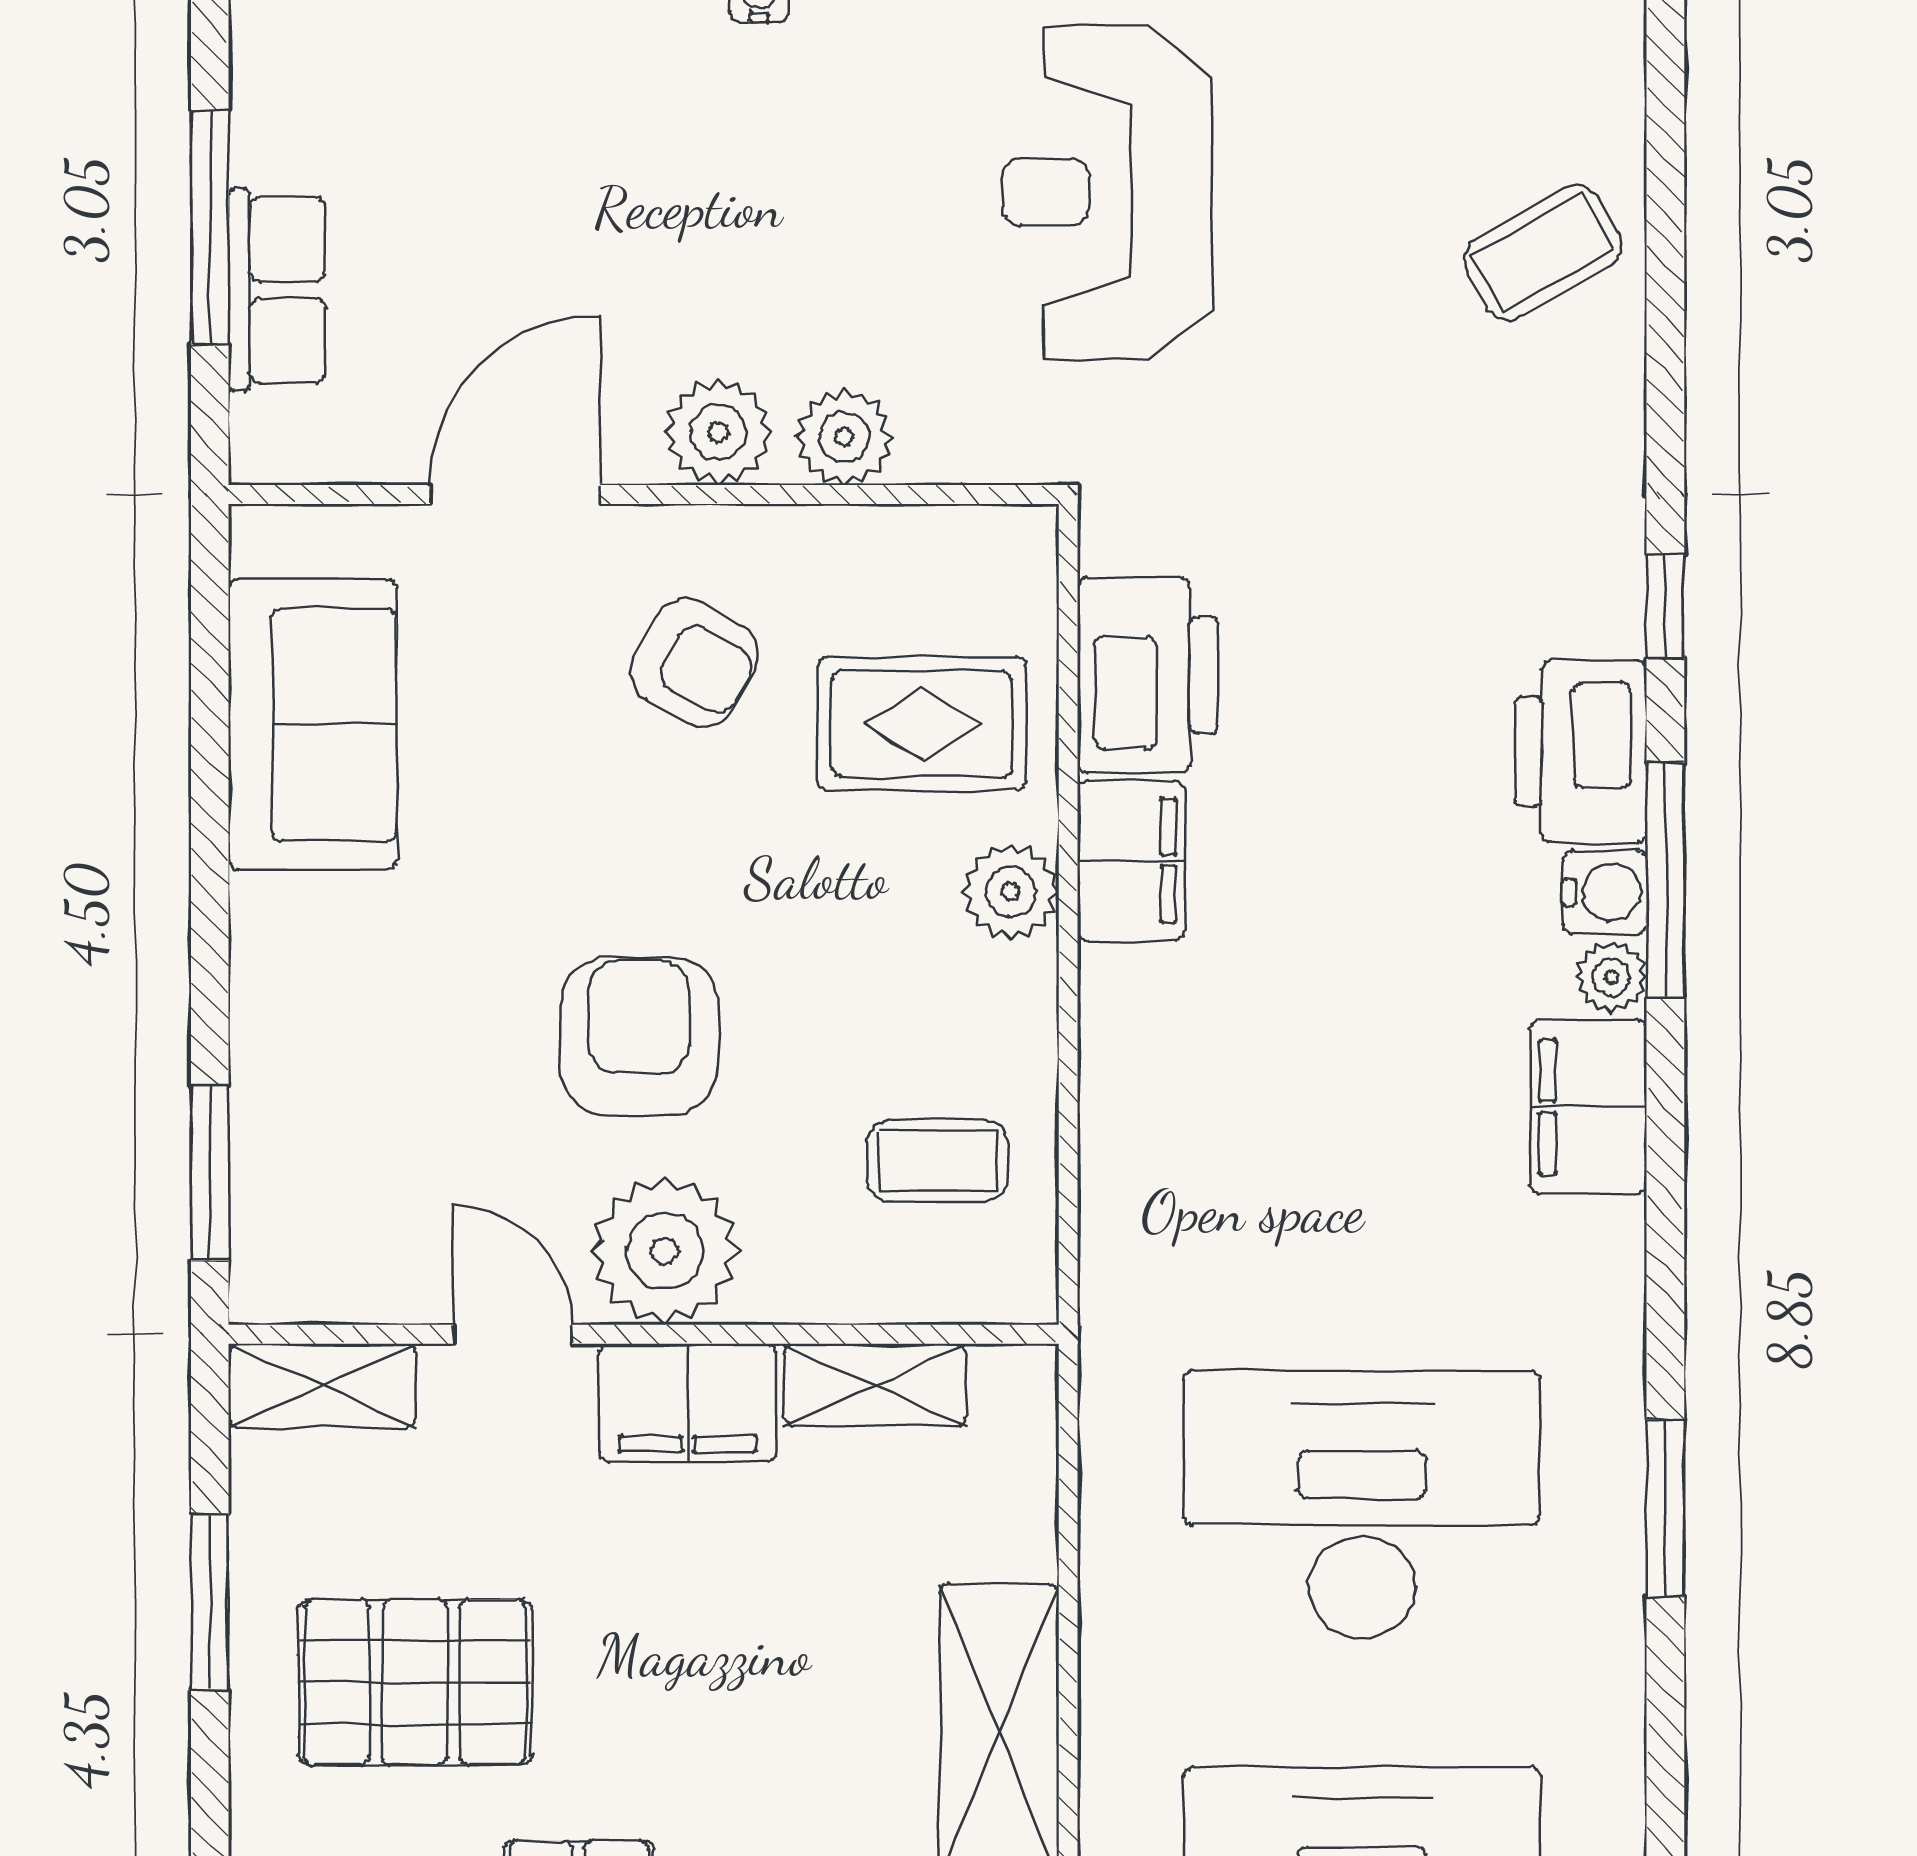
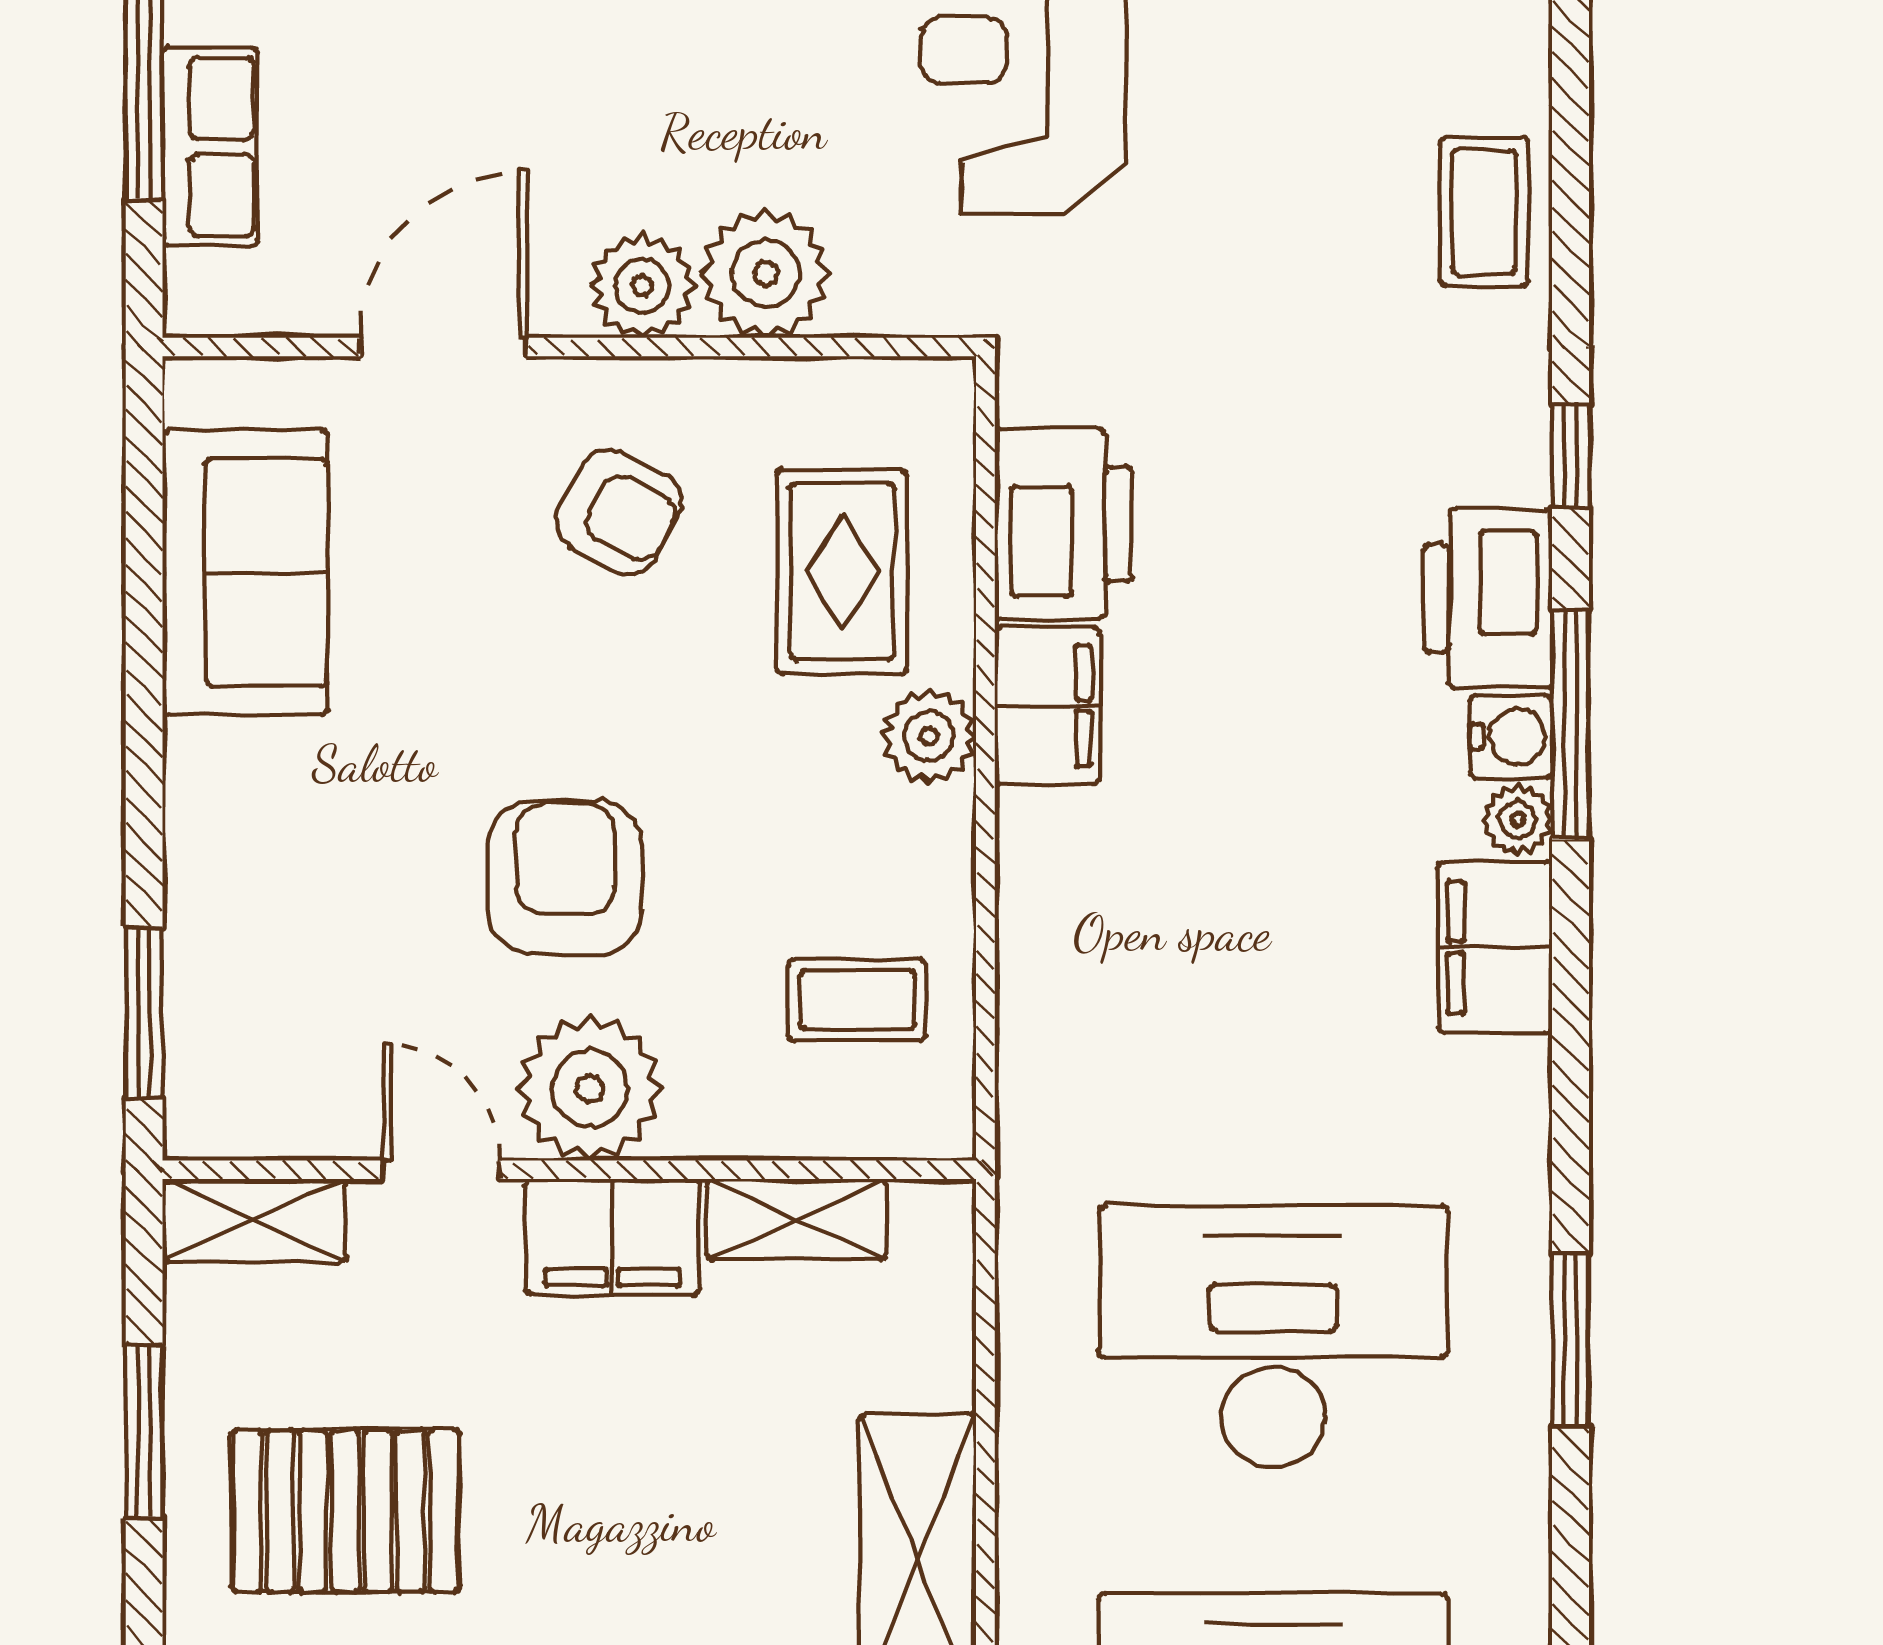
coffee table: (1543, 253) -> (1484, 212), moved, turned -60
plant: (844, 437) -> (766, 273), width x1.36, depth x1.36
rug: (922, 724) -> (842, 572), turned 90

